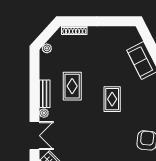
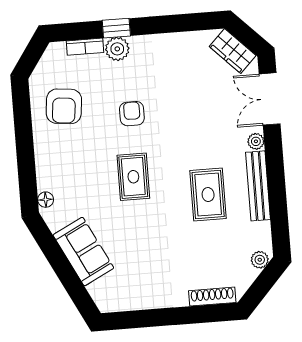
bench: (45, 94) -> (258, 186), width x1.36
armchair: (110, 134) -> (132, 114), added

